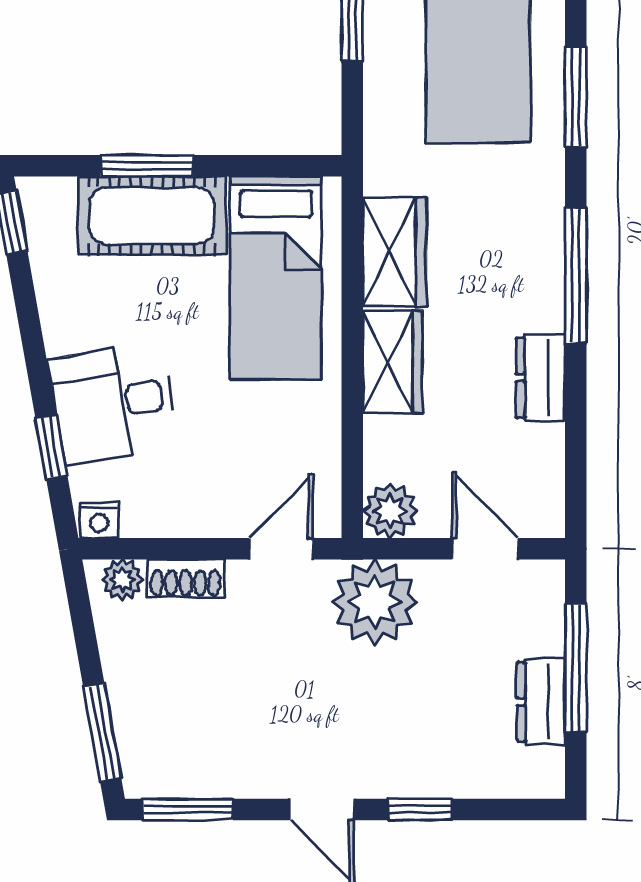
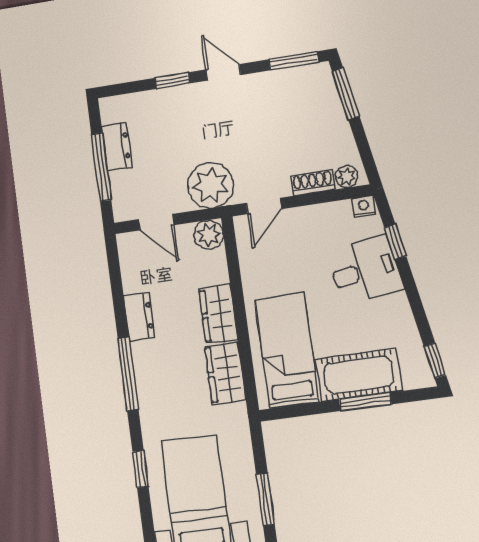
window: (576, 97) -> (140, 469), width x0.67

